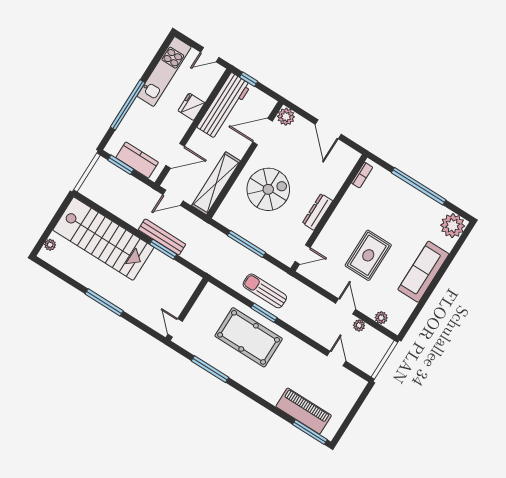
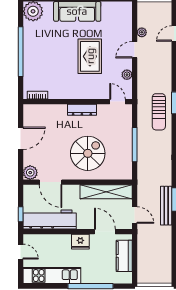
fridge: (191, 107) -> (80, 242), moved
window: (121, 165) -> (135, 265), removed
spiral stairs: (268, 189) -> (88, 153), turned 90
rug: (368, 255) -> (90, 56), turned 90
plant: (381, 318) -> (127, 75), moved

